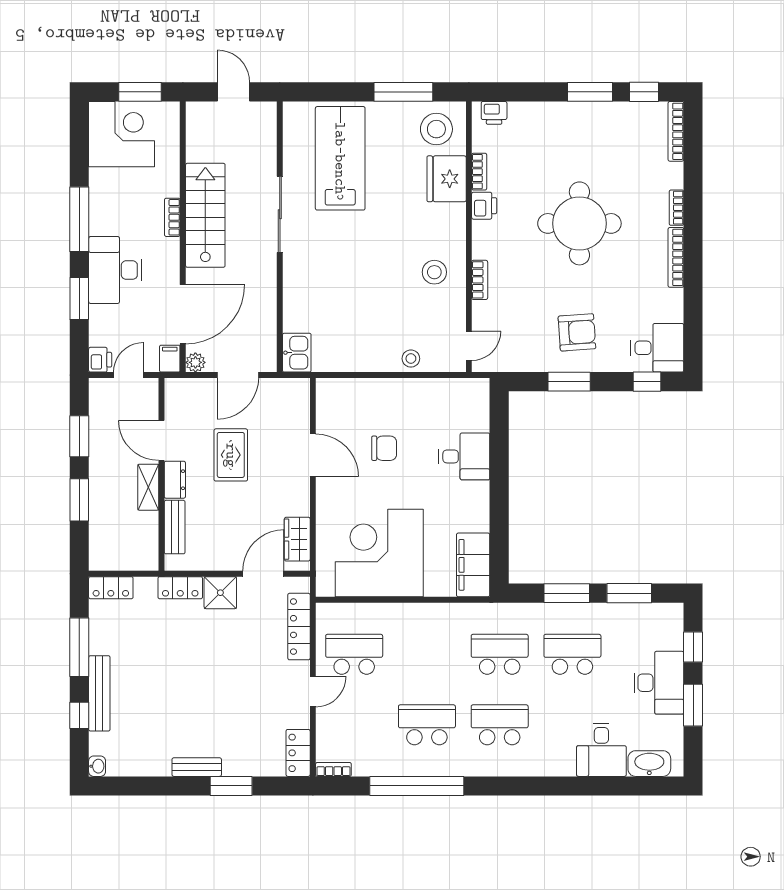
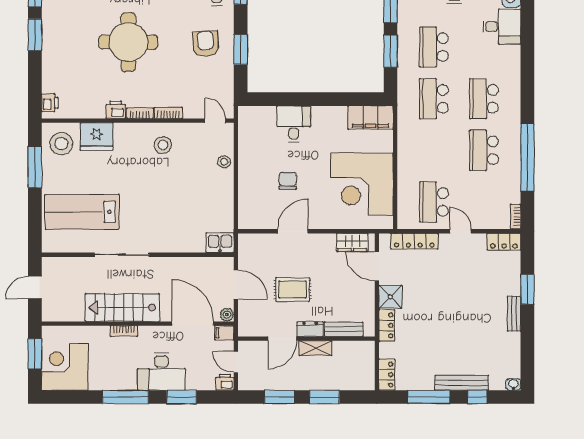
bookcase: (479, 172) -> (140, 113), moved

